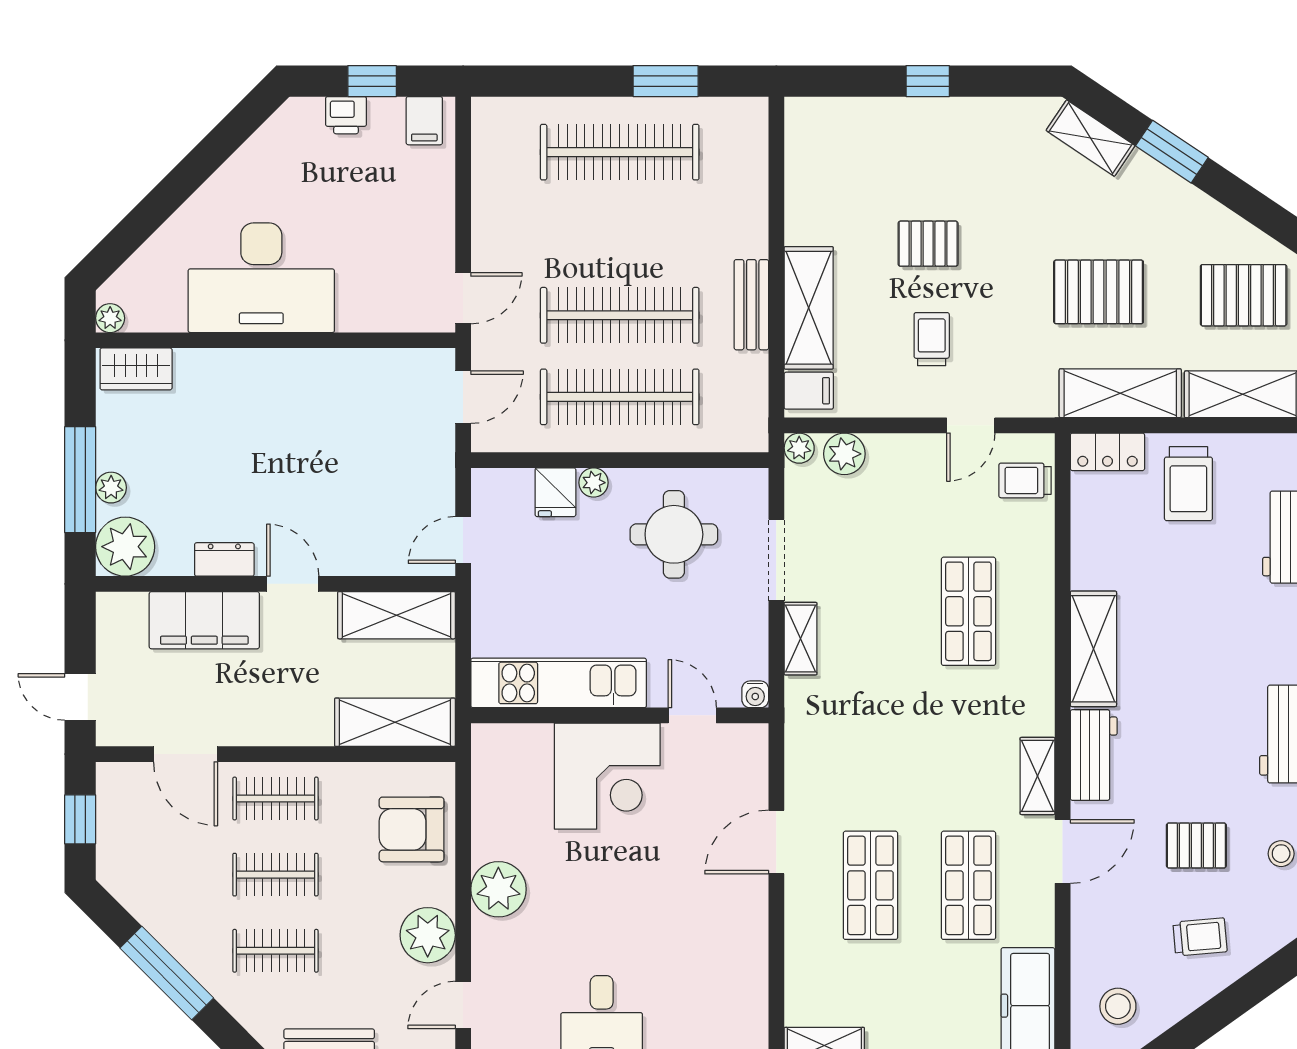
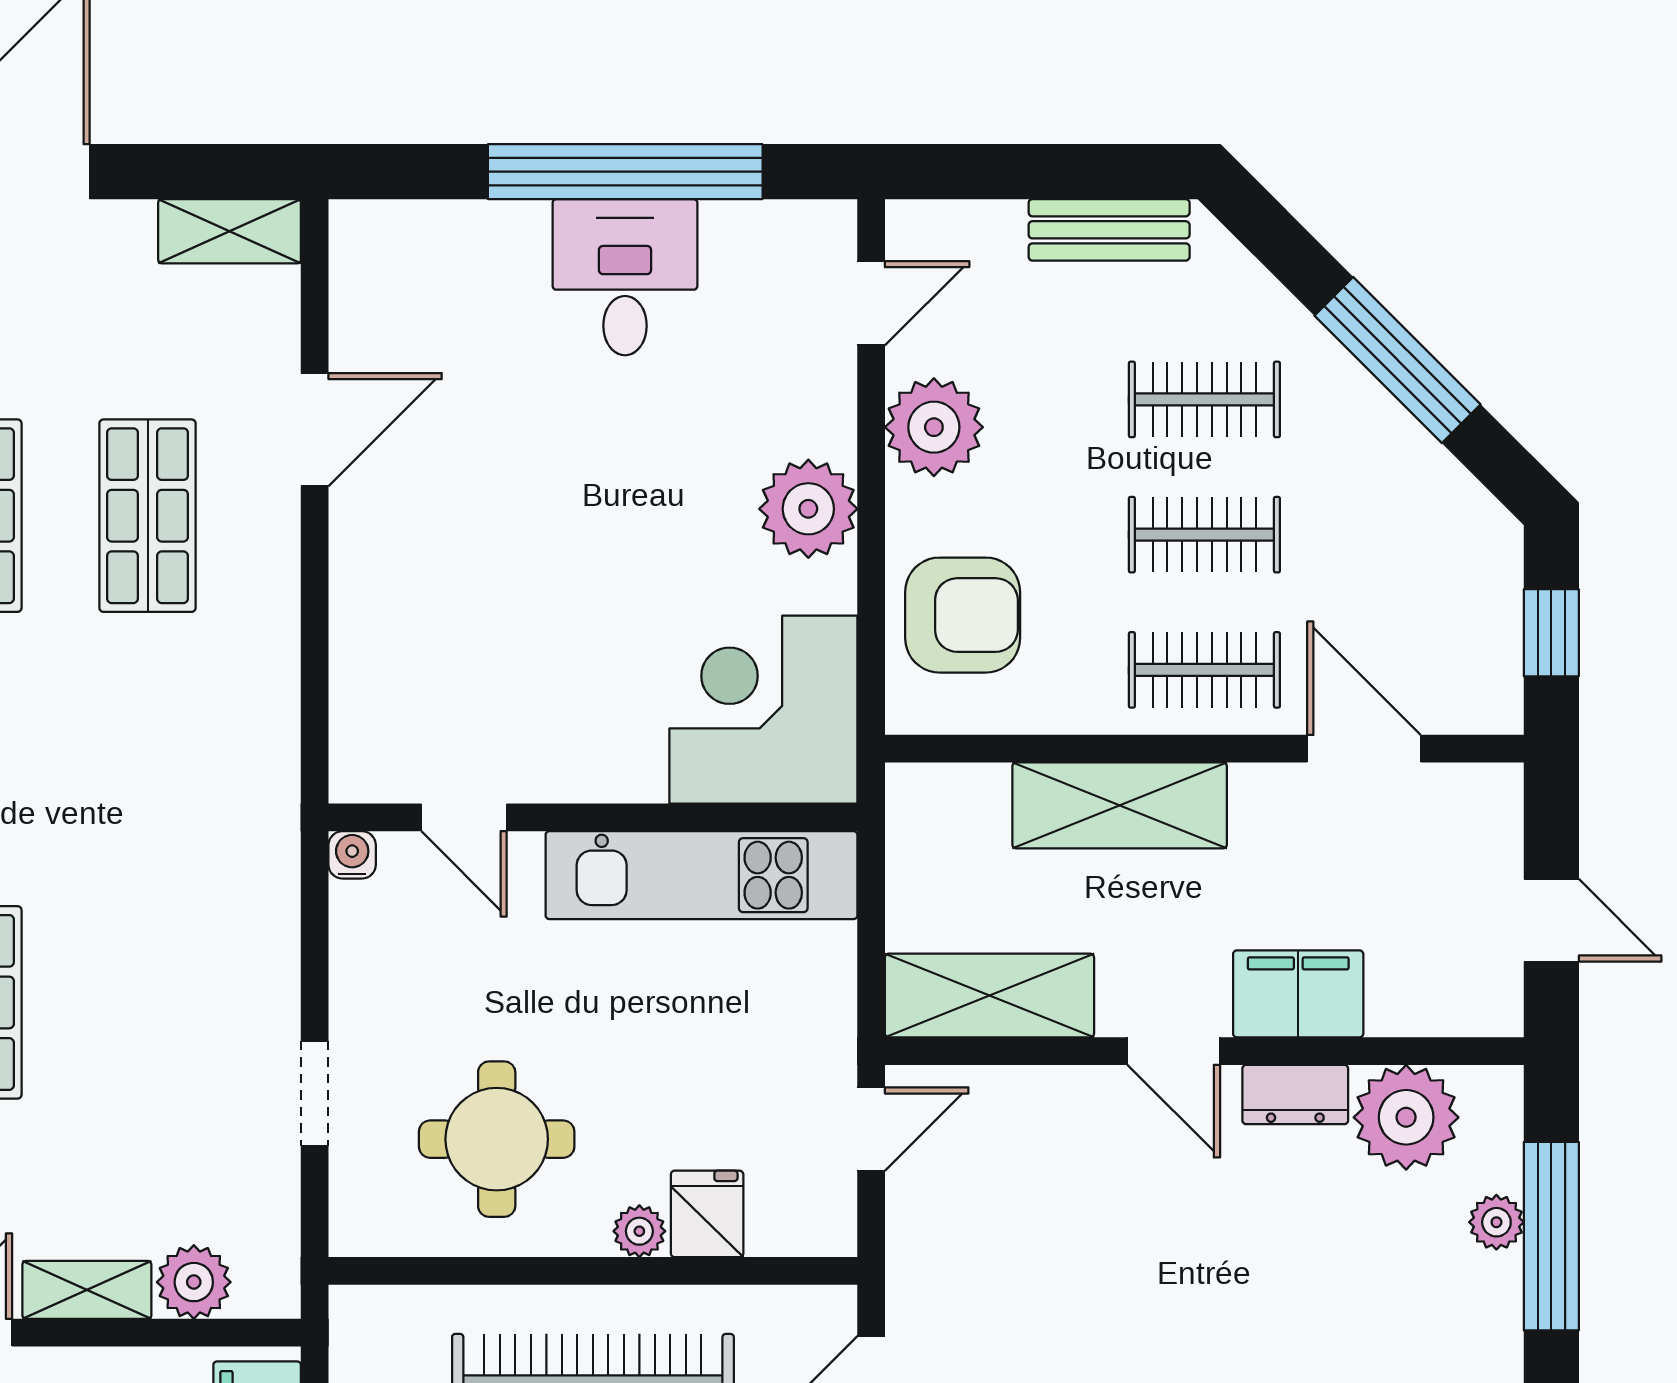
plant: (799, 448) -> (274, 1292), removed
plant: (125, 547) -> (1406, 1117), moved
doorway: (776, 560) -> (315, 1094), width x0.73
filing cabinet: (204, 620) -> (1298, 994), width x0.67, depth x0.86
shelving: (800, 639) -> (87, 1290), moved, turned 90
door: (80, 697) -> (1551, 920), moved
shelving: (395, 722) -> (1120, 805), moved
corner desk: (607, 776) -> (763, 710), moved
door: (776, 842) -> (315, 430), moved

